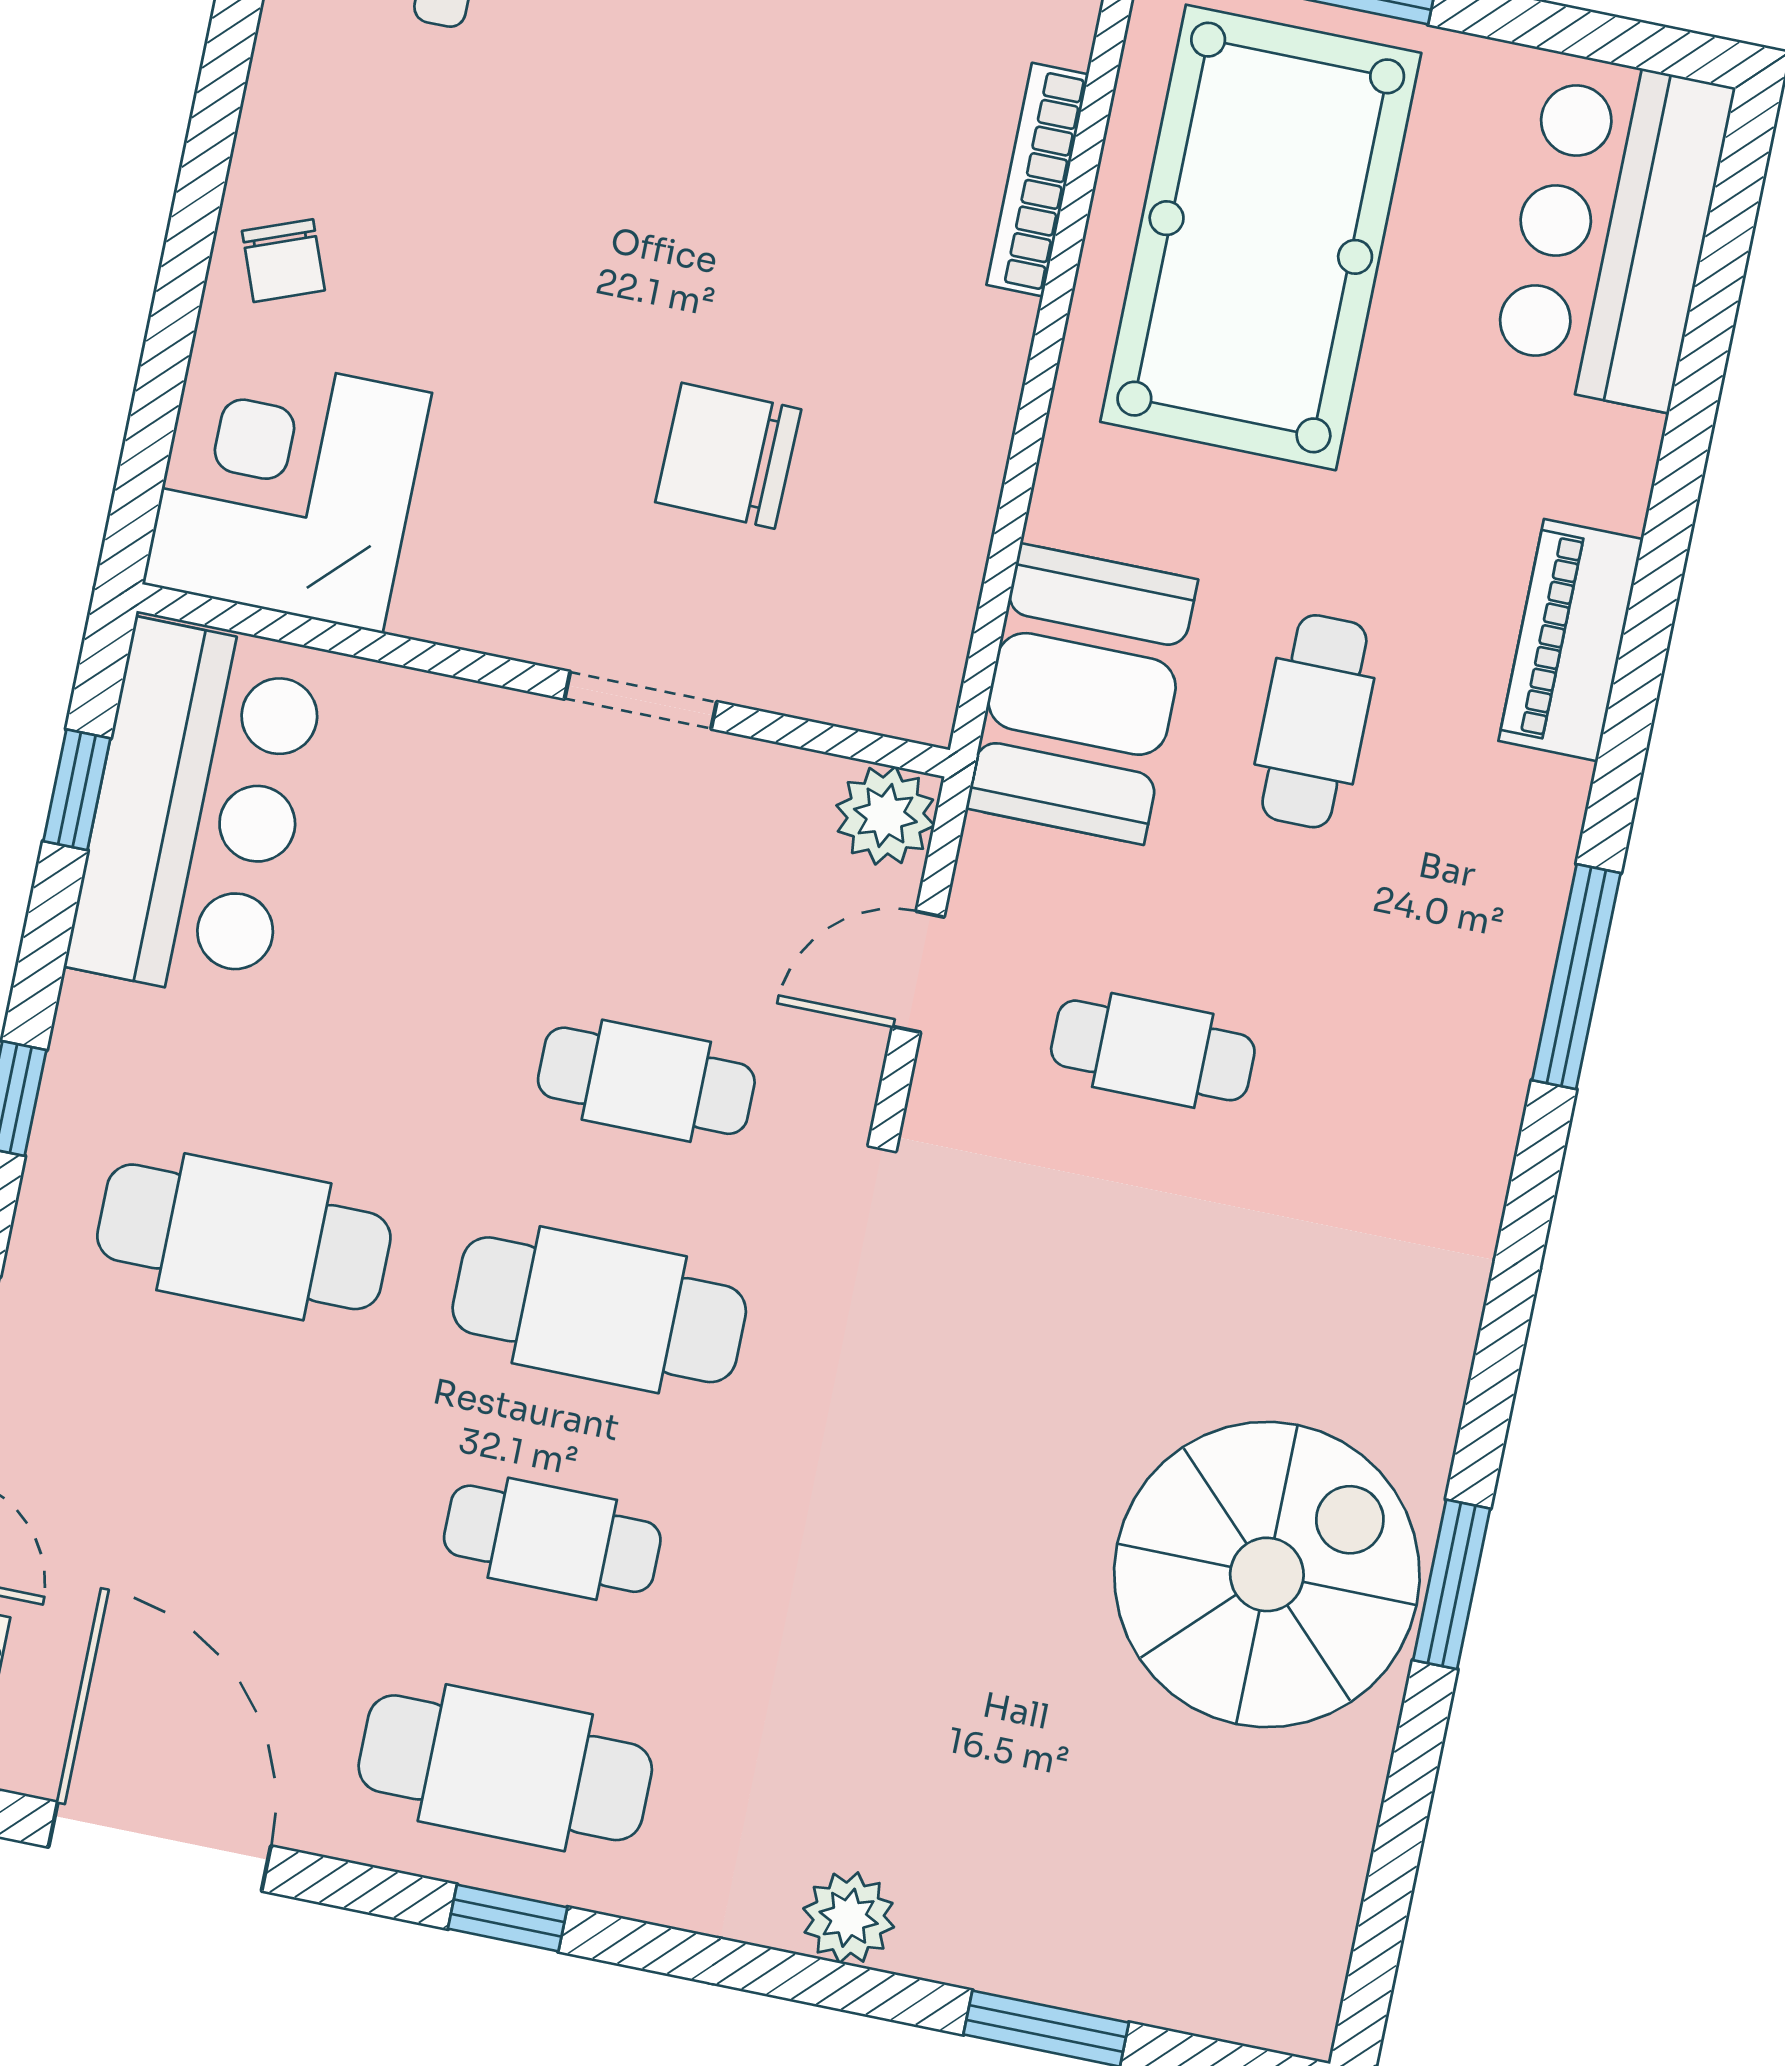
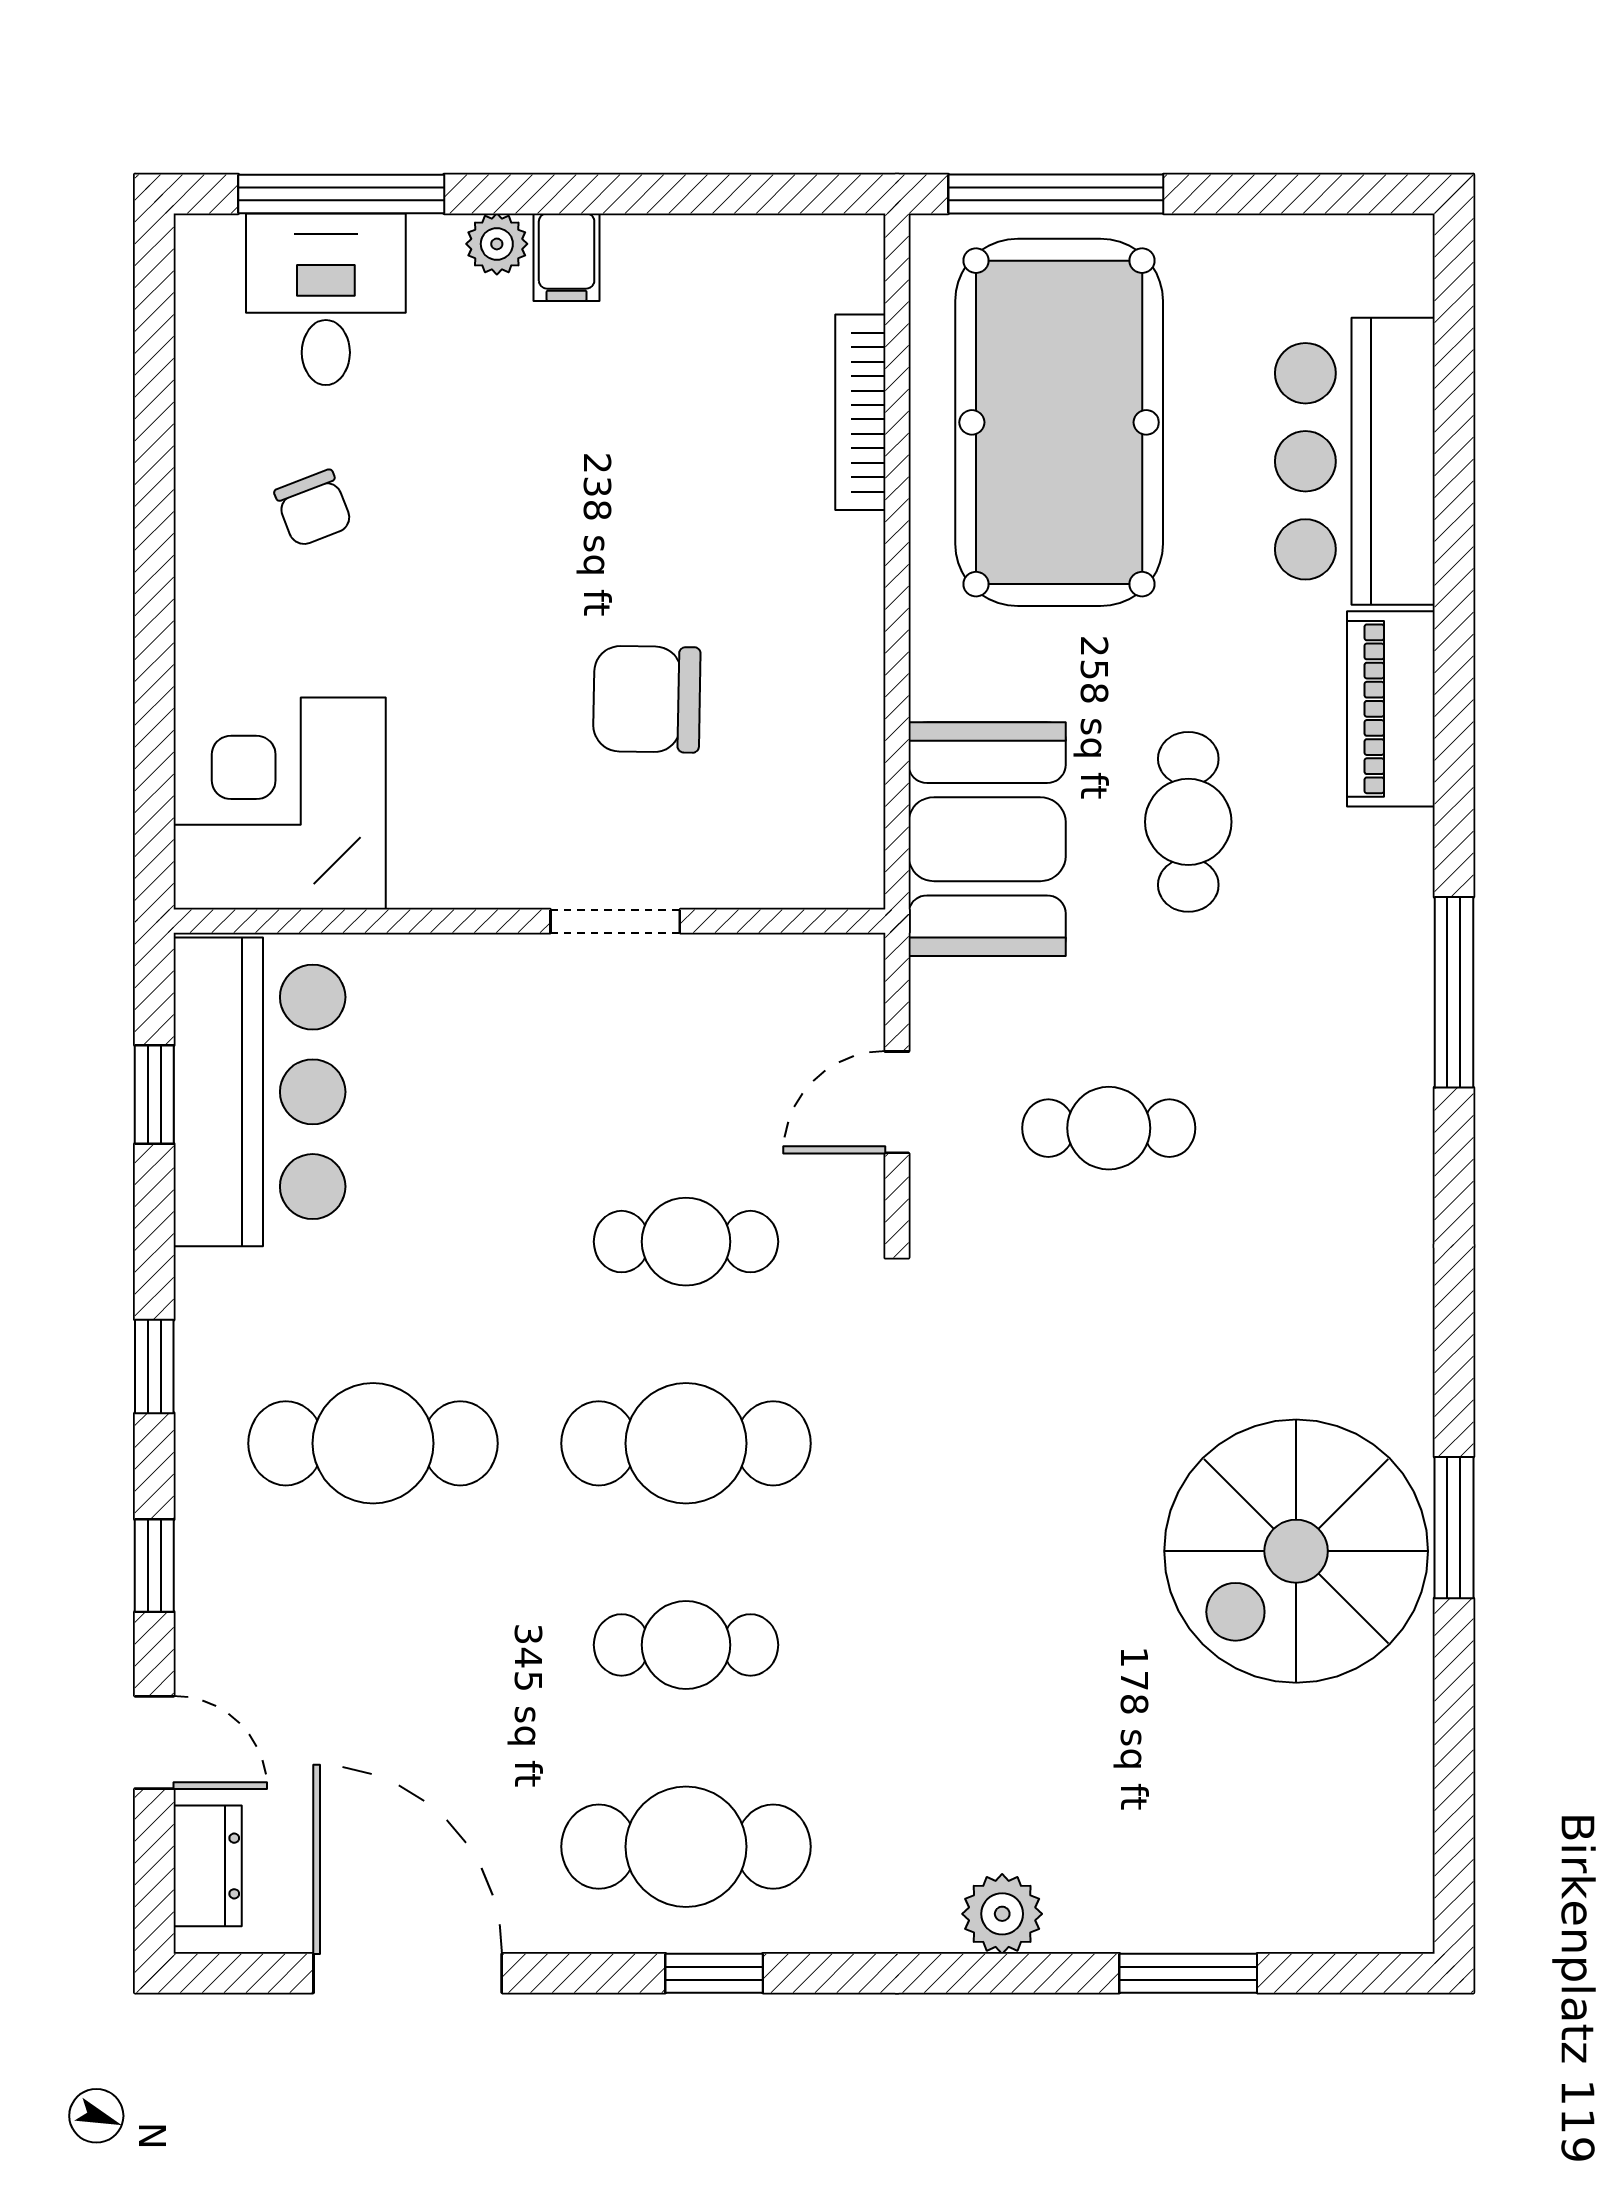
bar counter: (1612, 232) -> (1355, 461), moved
chair: (283, 261) -> (313, 508), moved
plant: (885, 816) -> (842, 976), removed
spiral stairs: (1267, 1574) -> (1296, 1551), turned 180

